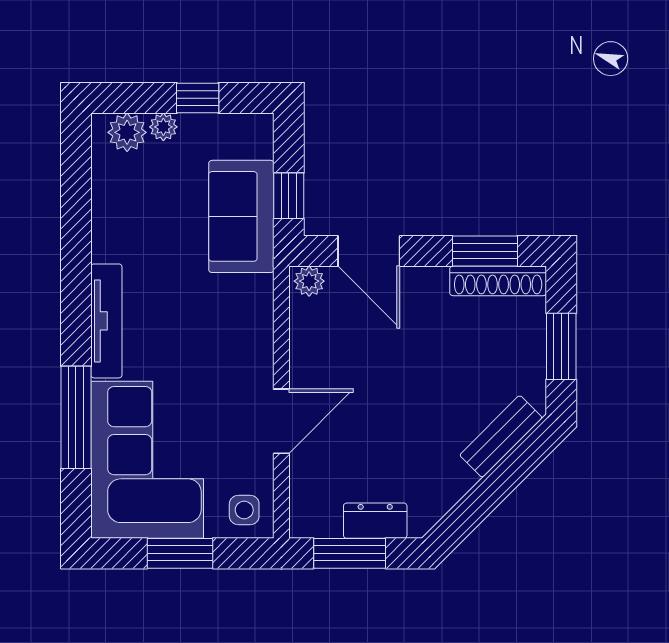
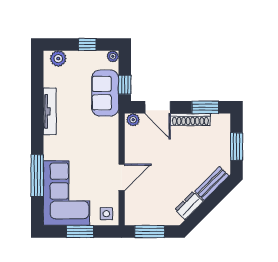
plant: (163, 127) -> (113, 56), moved
shoe rack: (498, 281) -> (190, 120), moved
tv unit: (106, 321) -> (50, 111), moved
dresser: (375, 521) -> (189, 206), moved, turned -45

